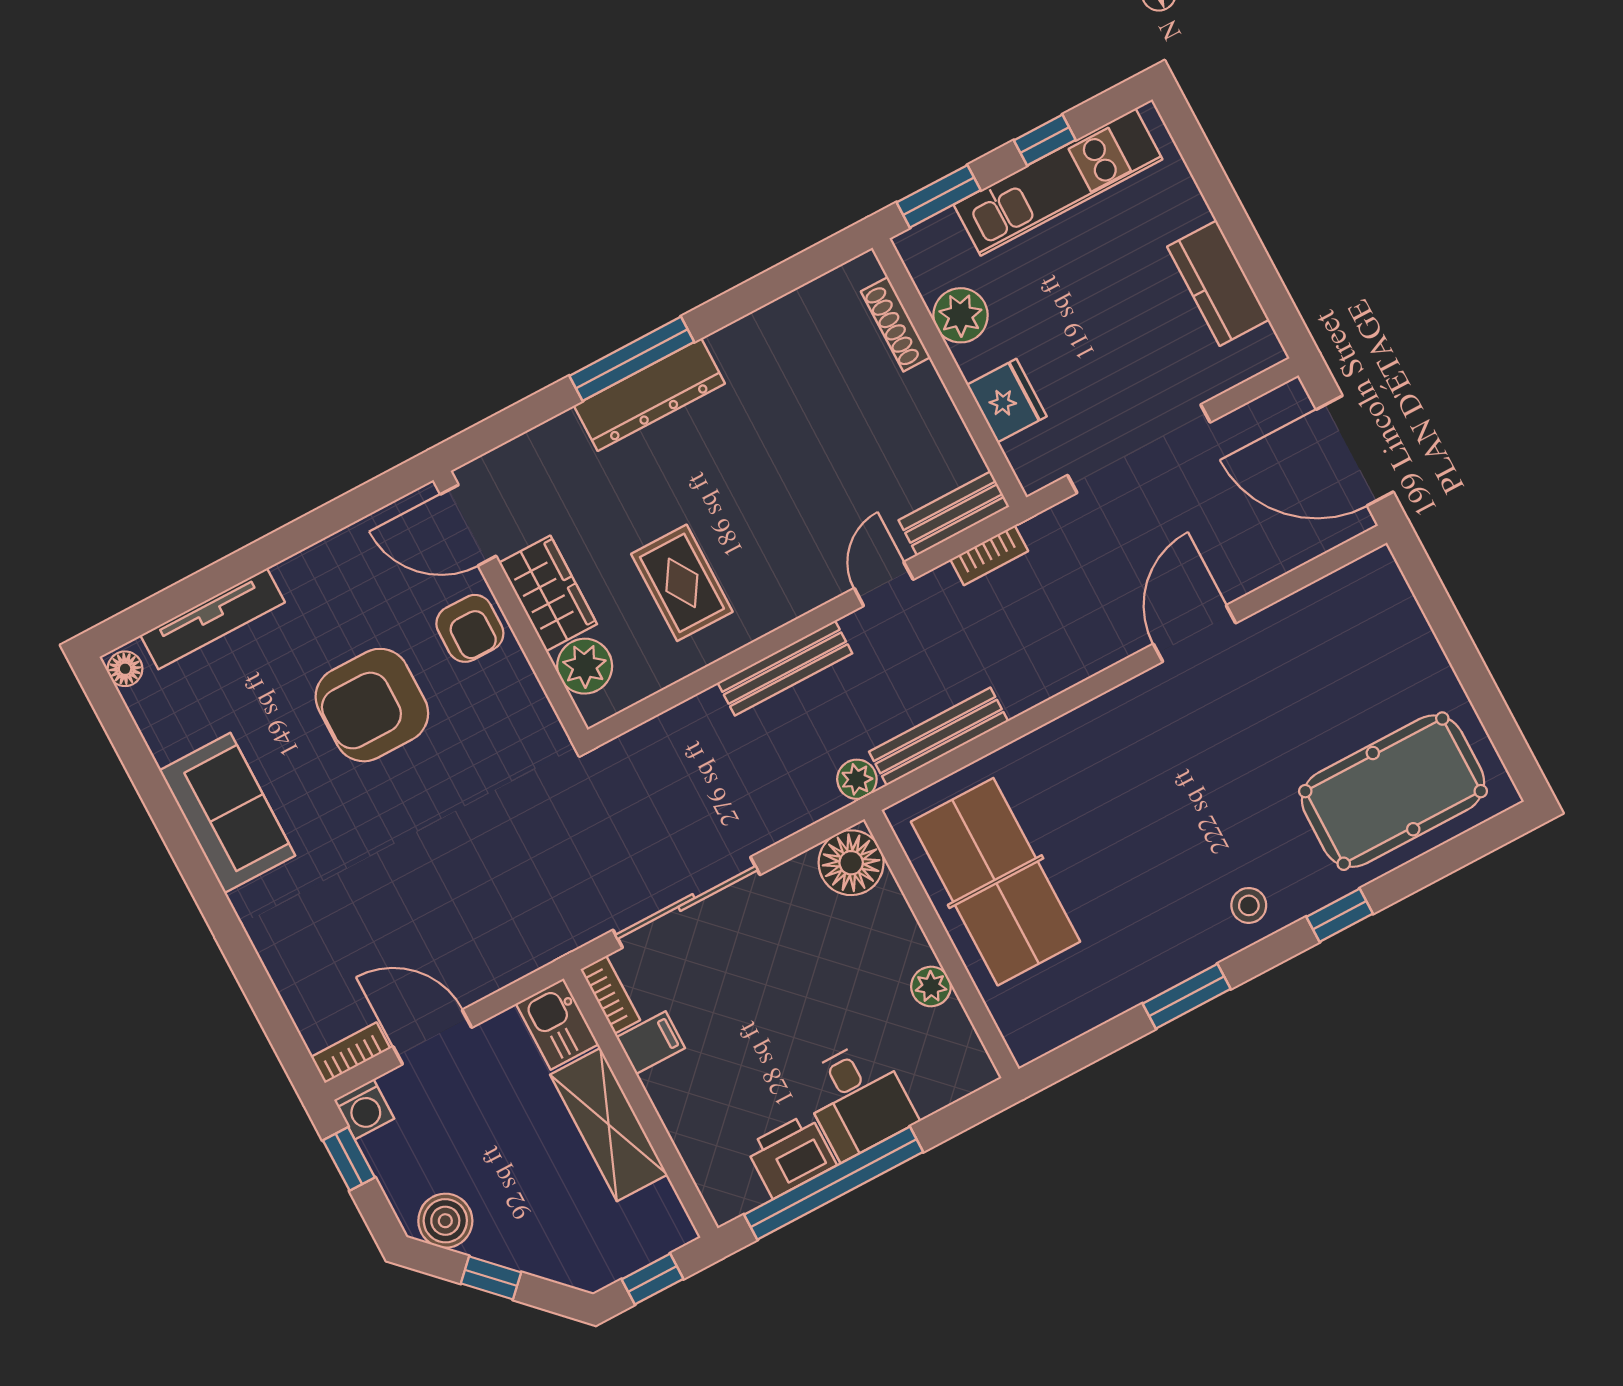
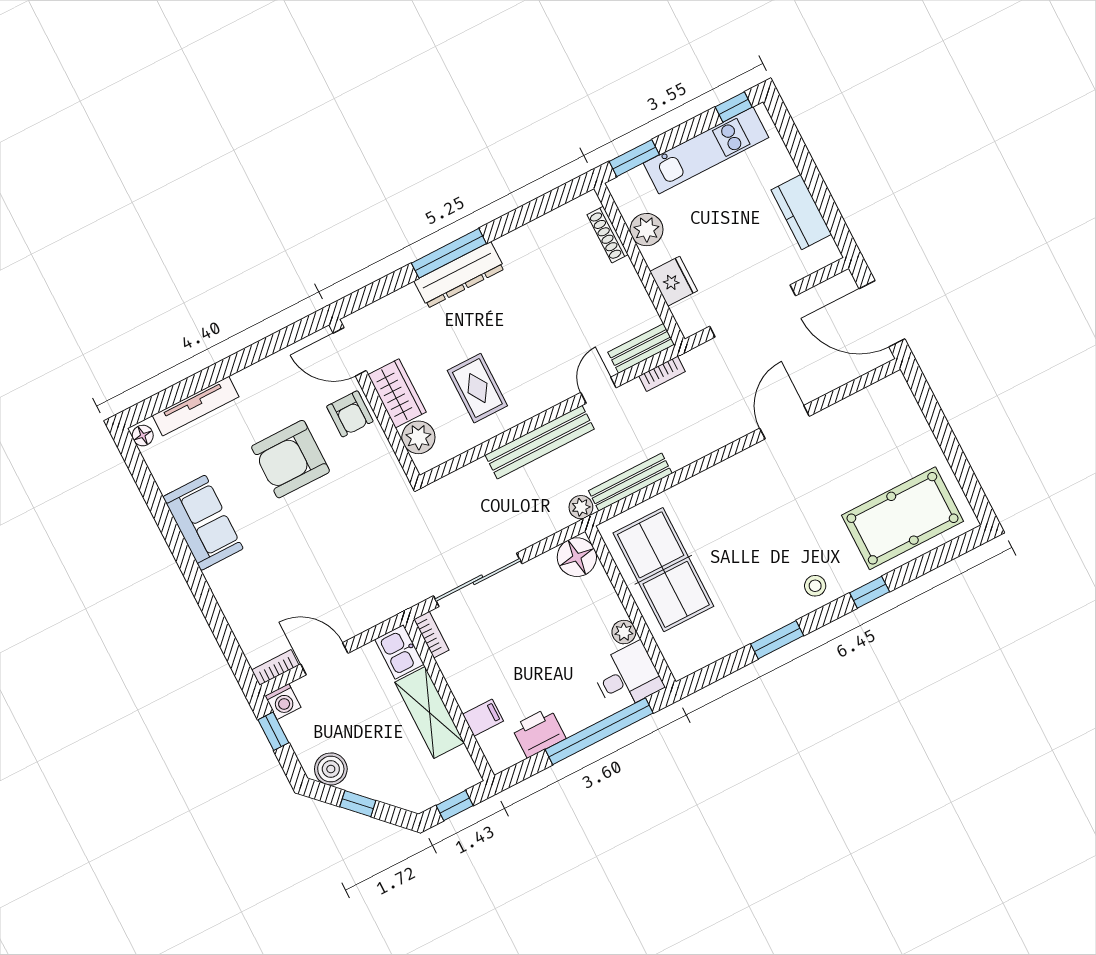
window: (1045, 140) -> (734, 107), moved
bench: (785, 668) -> (540, 442), width x1.37, depth x1.21
filing cabinet: (651, 1043) -> (483, 718), moved
desk: (858, 1099) -> (627, 677), moved, turned -90
window: (834, 1183) -> (599, 731), moved

